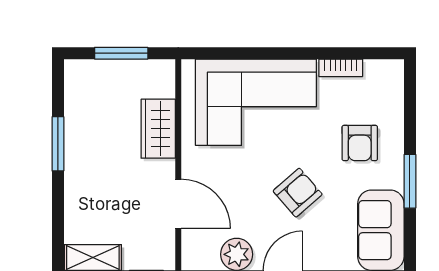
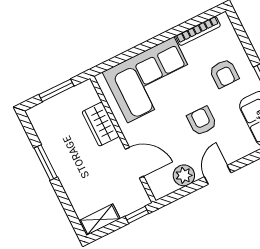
bookcase: (341, 68) -> (198, 31), width x1.56
armchair: (298, 193) -> (202, 121), turned -49

